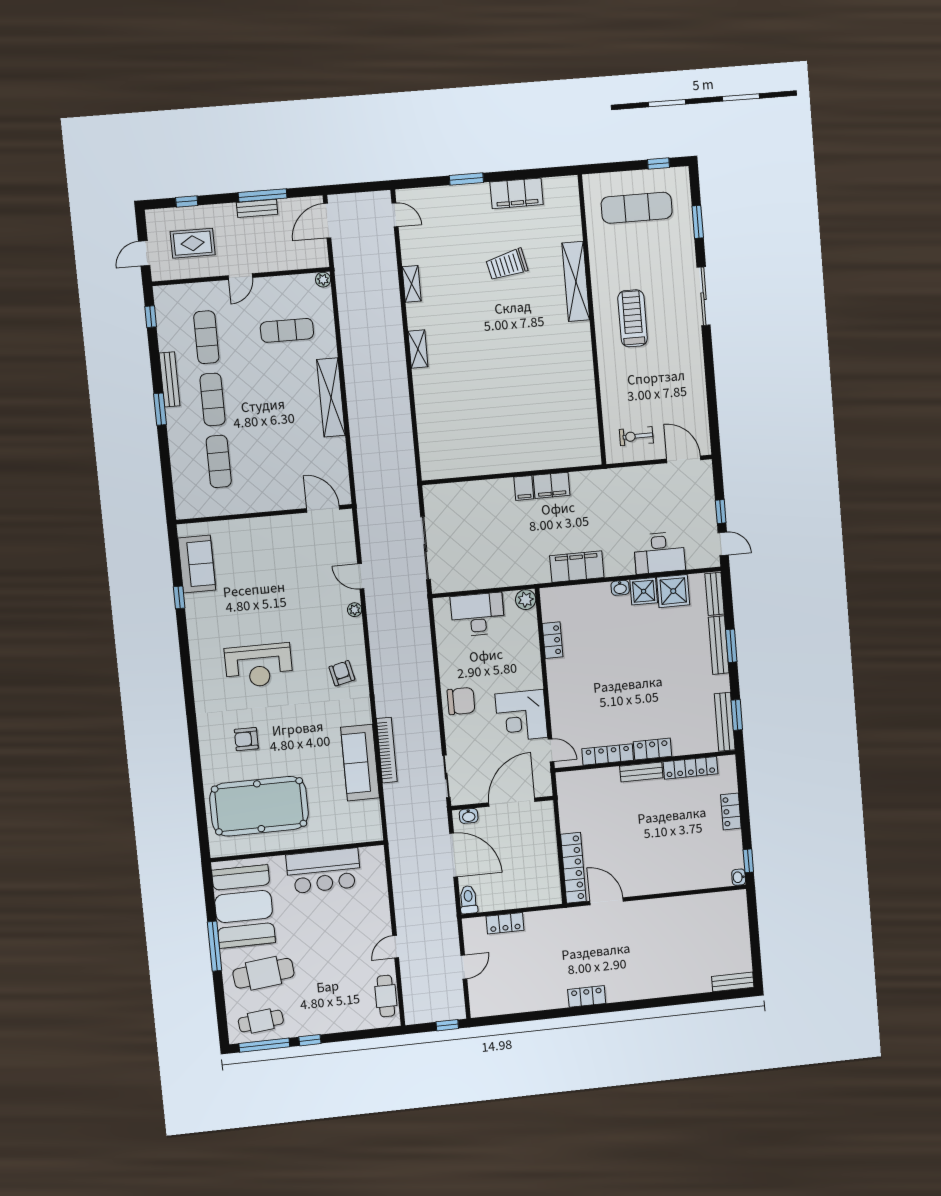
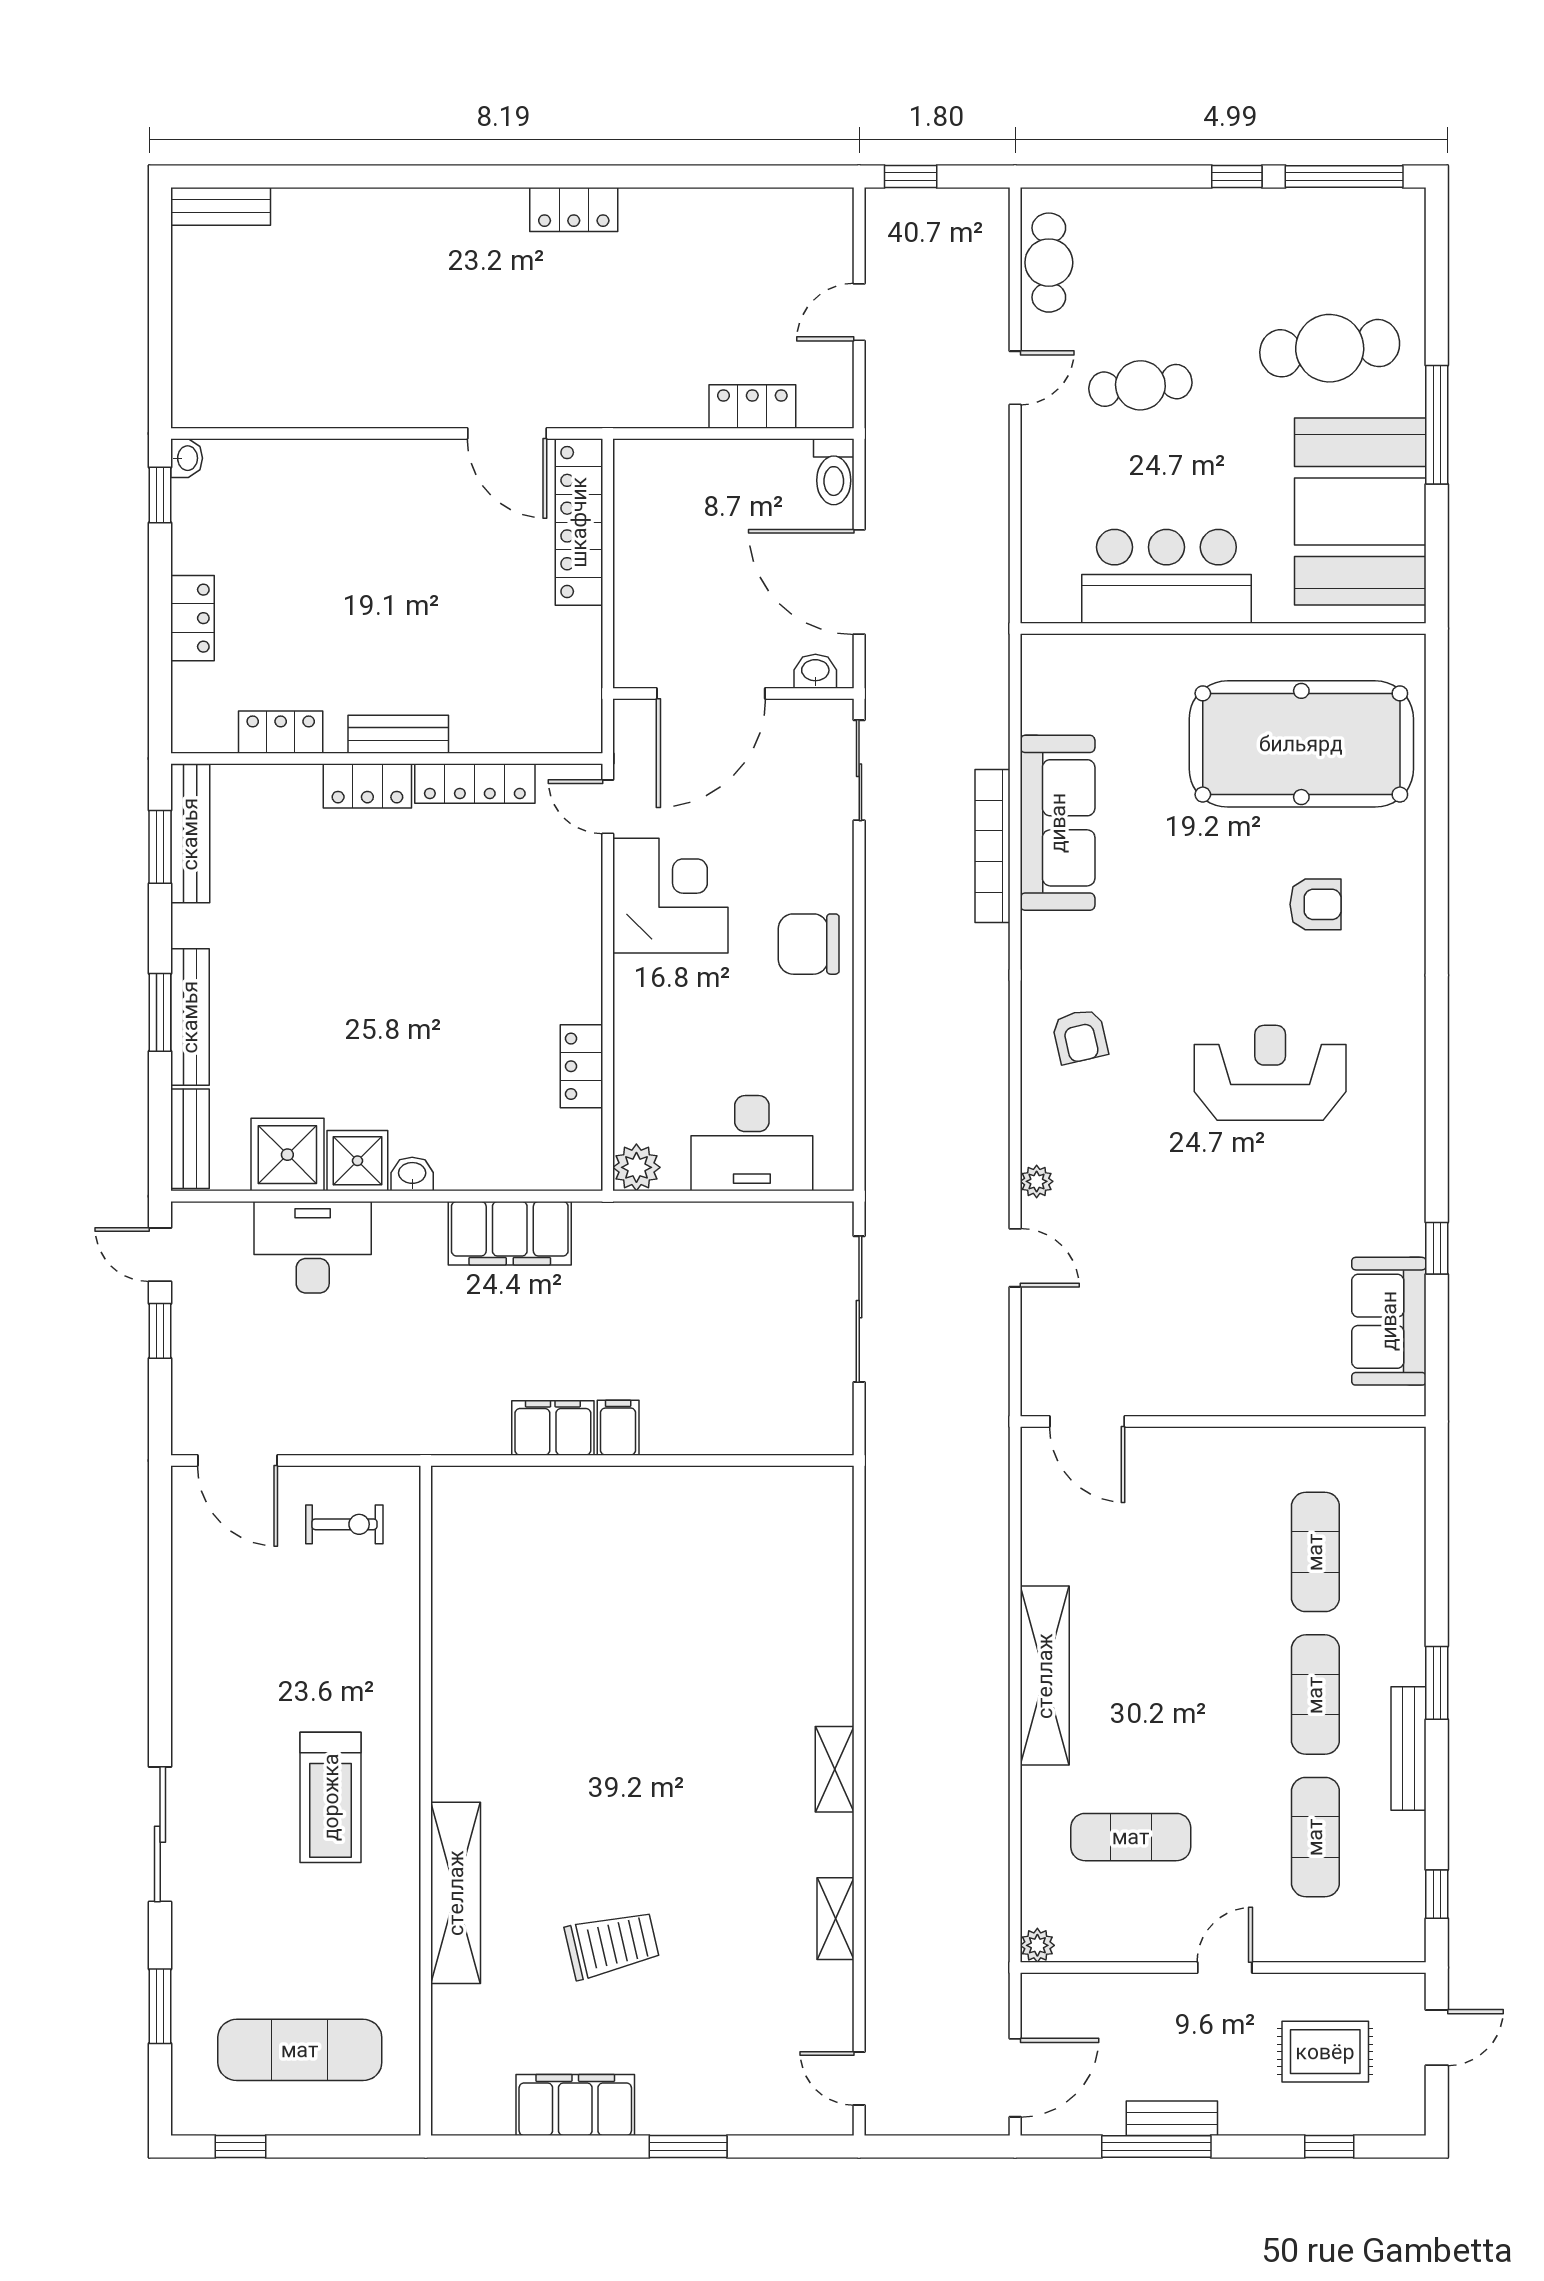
locker: (690, 768) -> (281, 732), width x0.66
cafe table: (261, 1021) -> (1140, 385), moved

